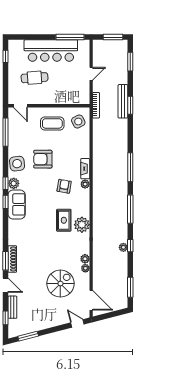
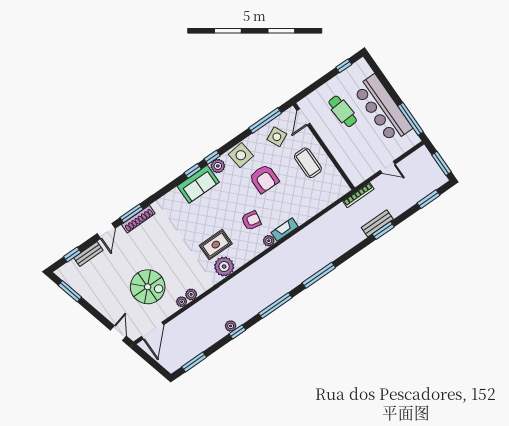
bench: (123, 101) -> (377, 223), width x0.73
side table: (78, 122) -> (277, 137), moved
armchair: (43, 159) -> (264, 179), turned 180

